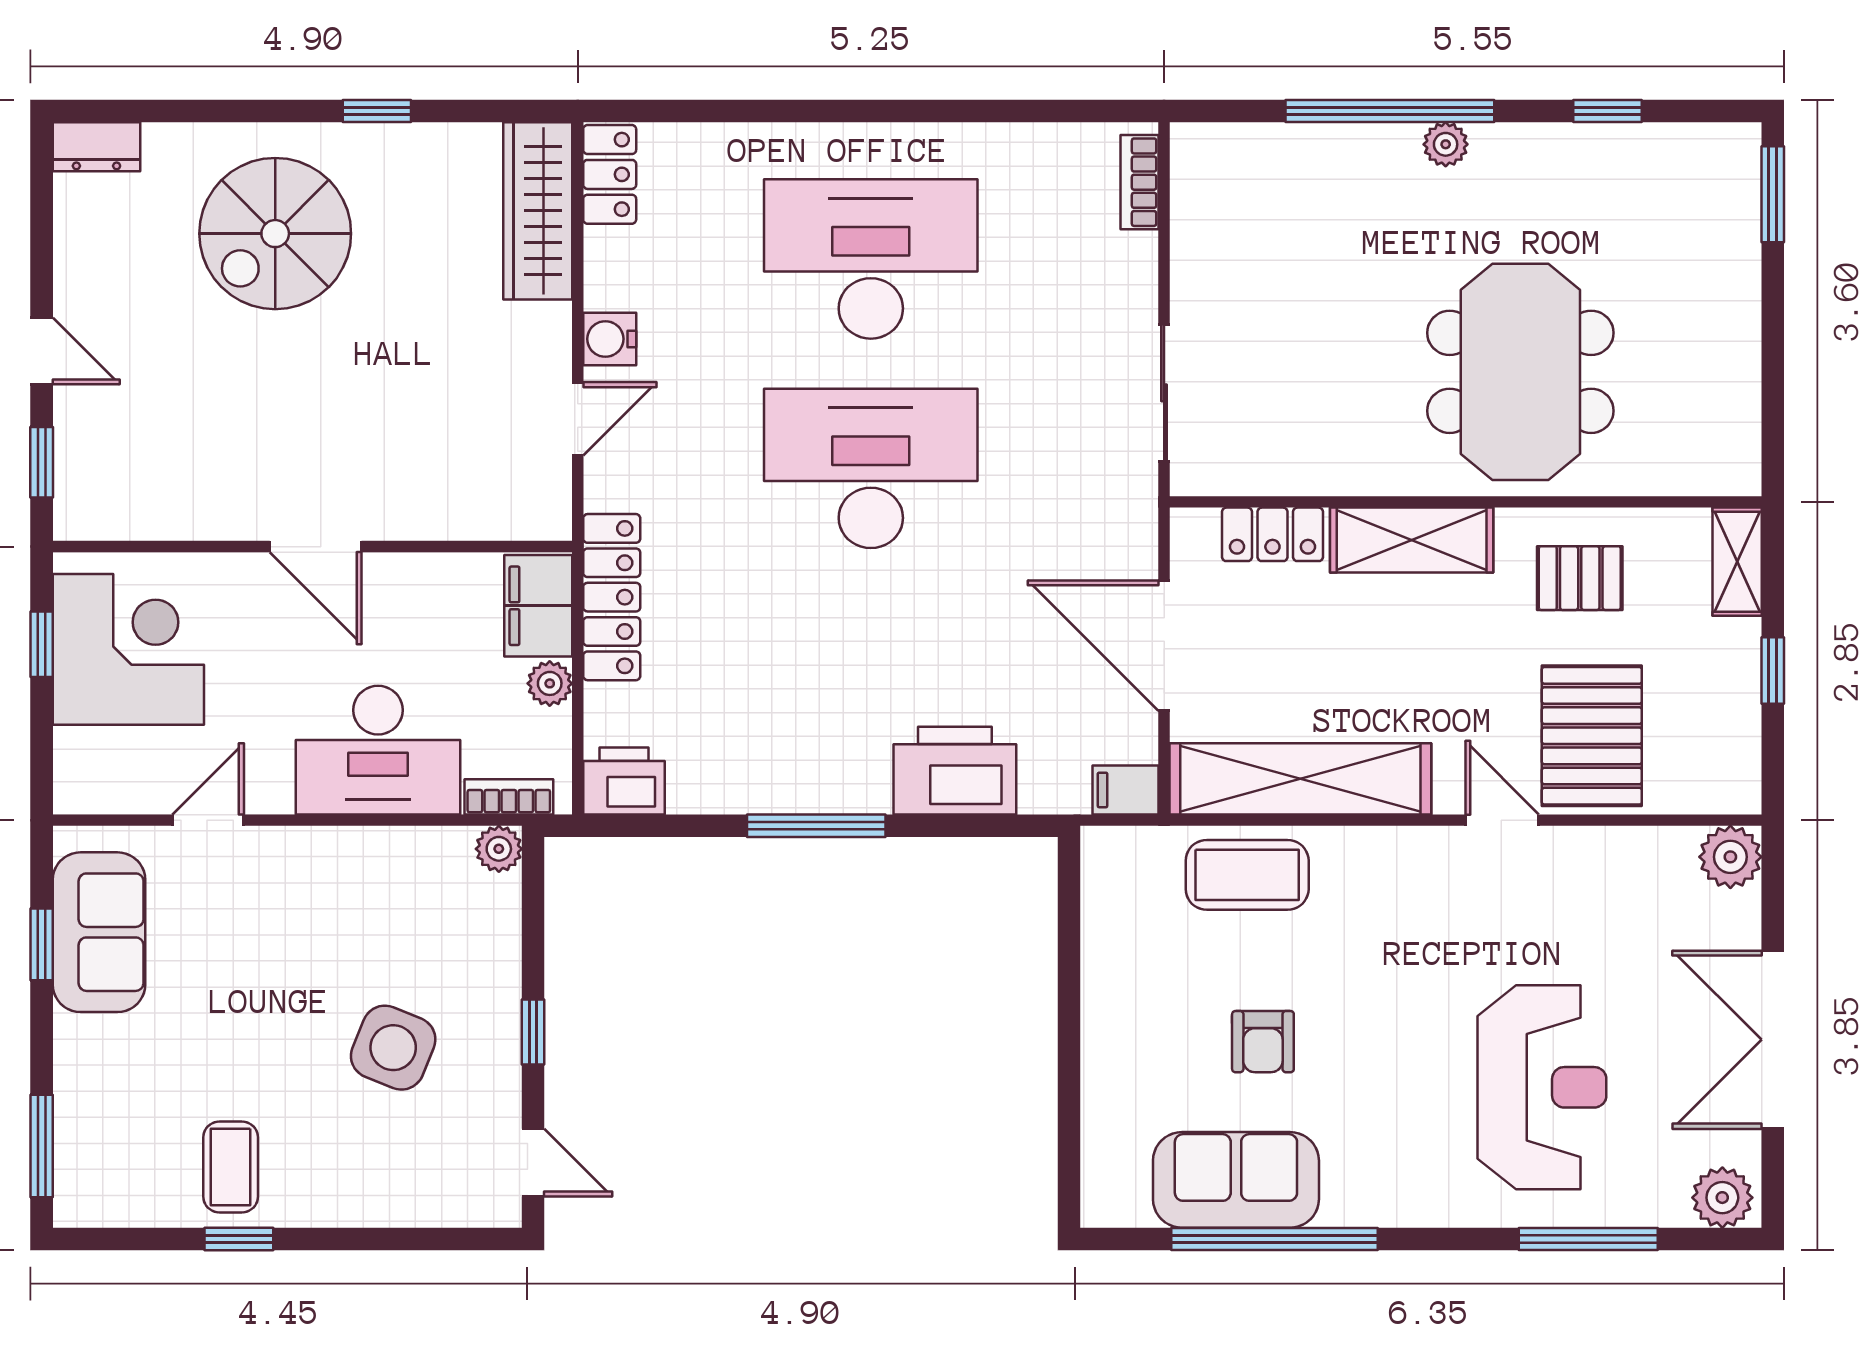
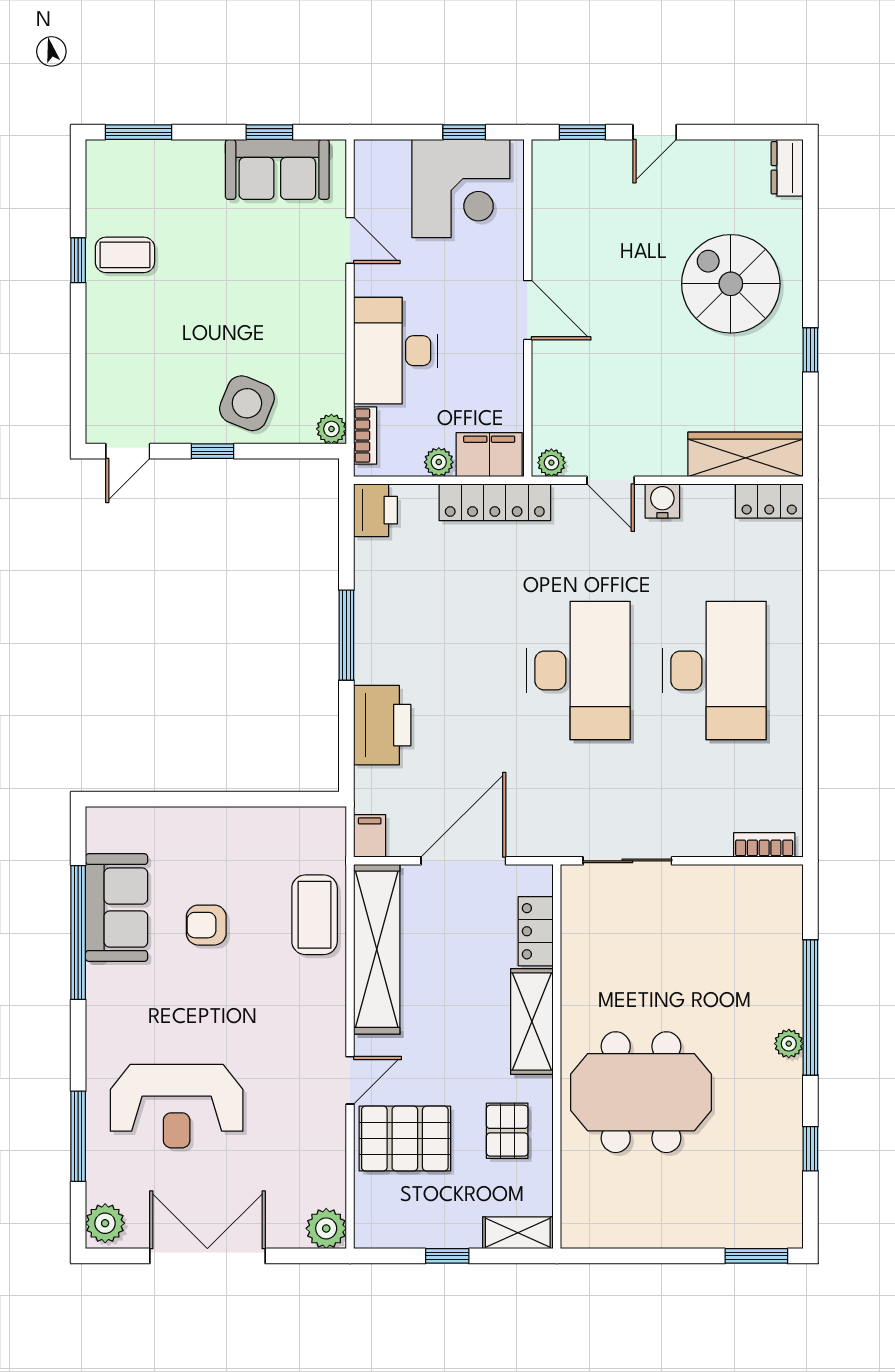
plant: (551, 510) -> (551, 463), added
door: (316, 547) -> (528, 310), swing flipped
side table: (393, 1048) -> (247, 403), moved

